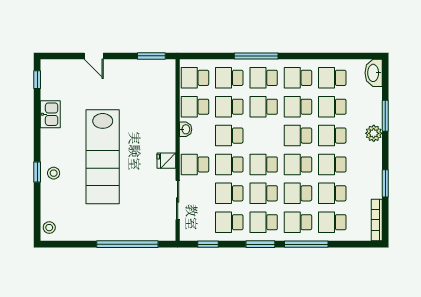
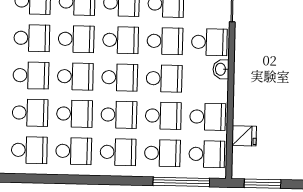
window: (256, 56) -> (181, 182), moved
washbasin: (186, 129) -> (221, 69), moved
school desk: (264, 136) -> (120, 77), added
fridge: (166, 161) -> (244, 136), moved

